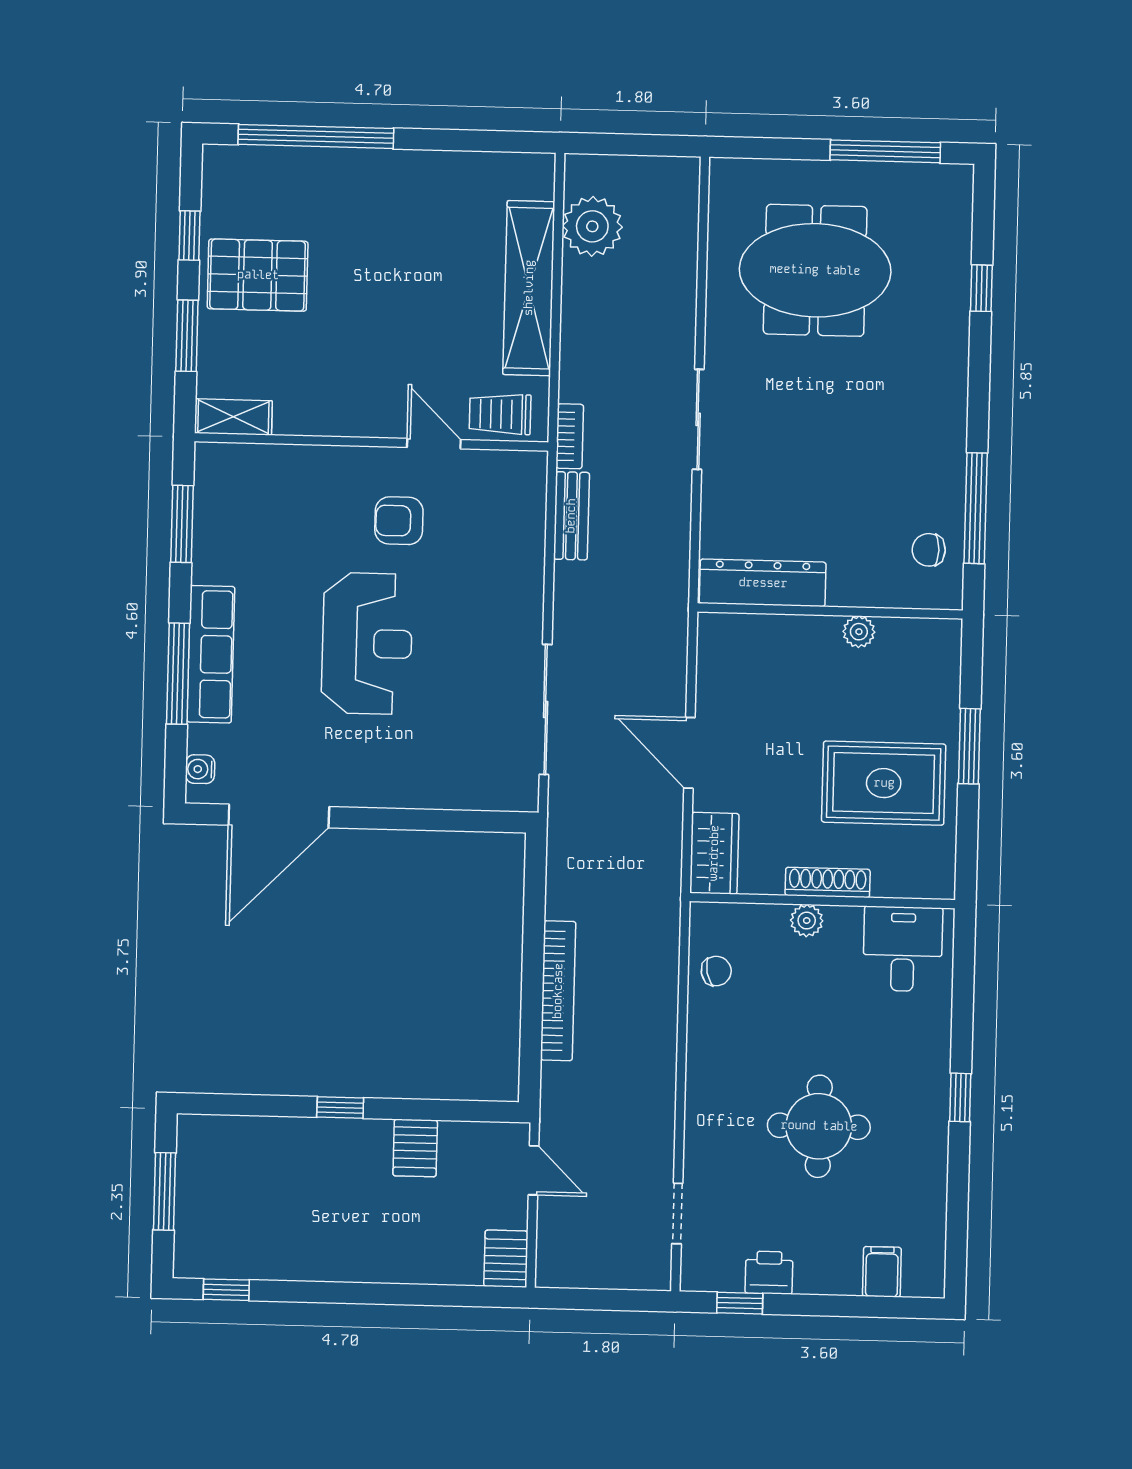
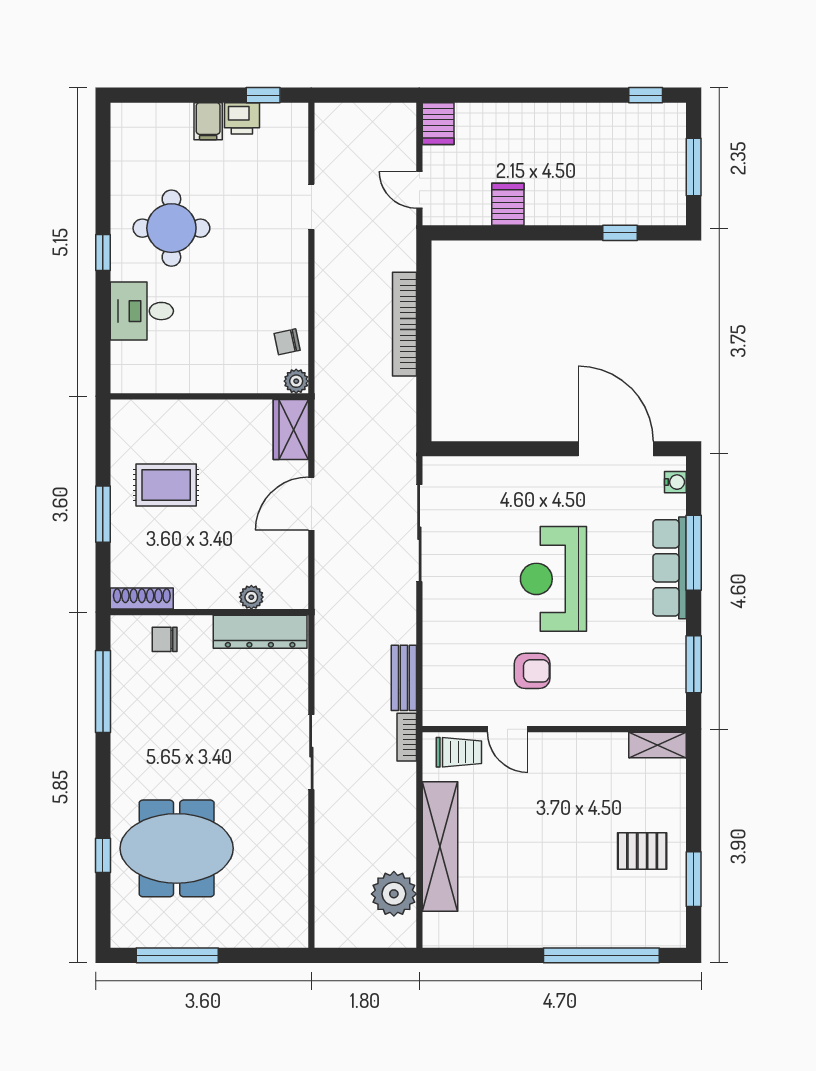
window: (190, 236) -> (694, 879), width x1.50
meeting table: (815, 270) -> (177, 848), moved
pallet: (258, 275) -> (642, 851), width x0.67, depth x0.71
window: (187, 336) -> (694, 804), removed
chair: (929, 550) -> (165, 639), moved, turned 180
plant: (859, 632) -> (251, 597), moved
door: (689, 753) -> (311, 504), swing flipped
rug: (884, 783) -> (166, 485), width x0.73, depth x0.70
door: (279, 816) -> (616, 449), hinge flipped
shoe rack: (828, 882) -> (142, 598), moved, turned 180
plant: (807, 921) -> (296, 381), moved
desk: (903, 949) -> (142, 311), moved, turned 90
window: (340, 1107) -> (620, 233), moved
round table: (819, 1126) -> (171, 228), moved
doorway: (677, 1213) -> (311, 207), moved
filing cabinet: (882, 1272) -> (208, 121), moved

